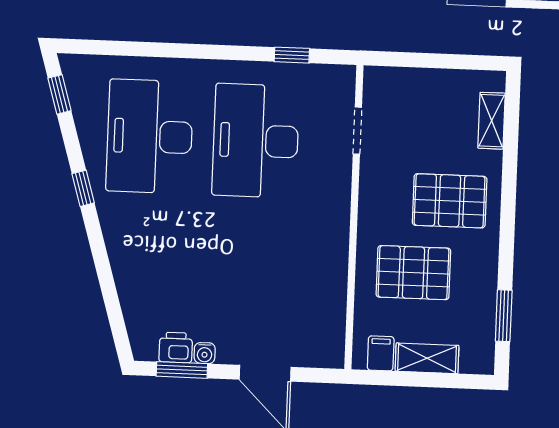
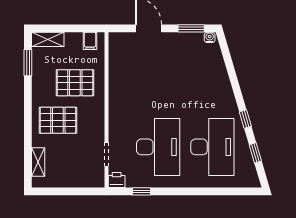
window: (59, 94) -> (255, 153), moved
printer: (176, 347) -> (117, 180), moved, turned 180
water cooler: (205, 353) -> (210, 37), moved
shelving: (427, 358) -> (48, 39), moved

